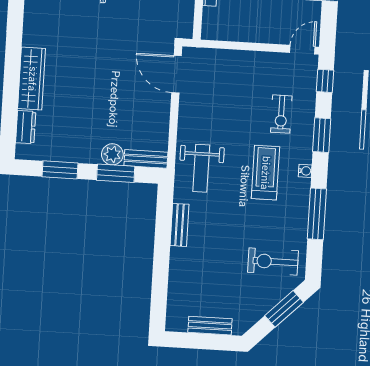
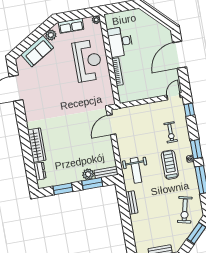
door: (177, 74) -> (111, 125), hinge flipped
window: (322, 135) -> (196, 149), moved
exercise bike: (273, 262) -> (185, 210), turned -77

